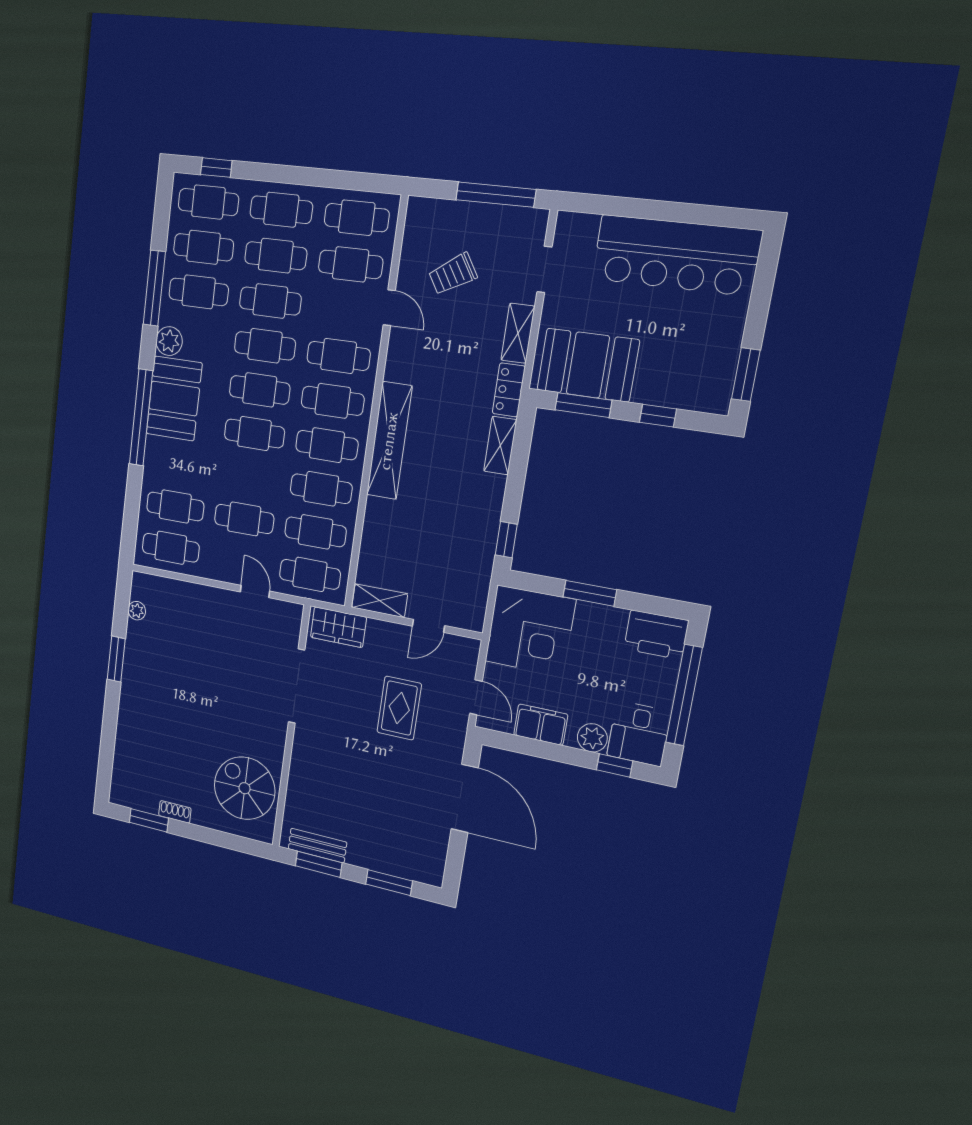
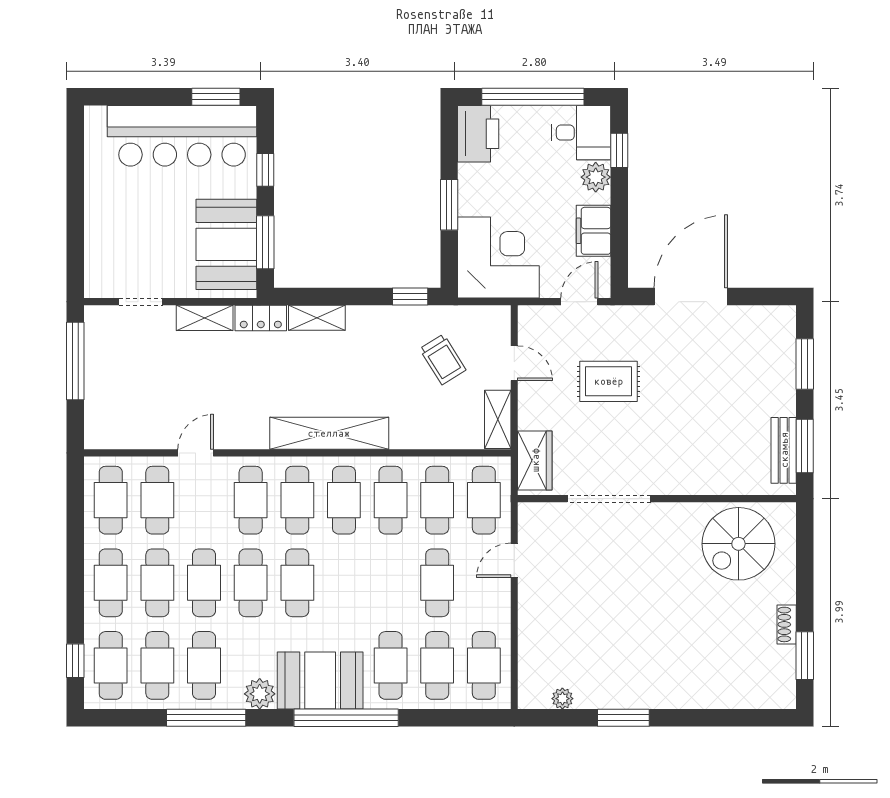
bar counter: (676, 255) -> (182, 136), moved, turned 90
trolley: (453, 274) -> (443, 359), moved
cafe table: (254, 433) -> (391, 665), moved

